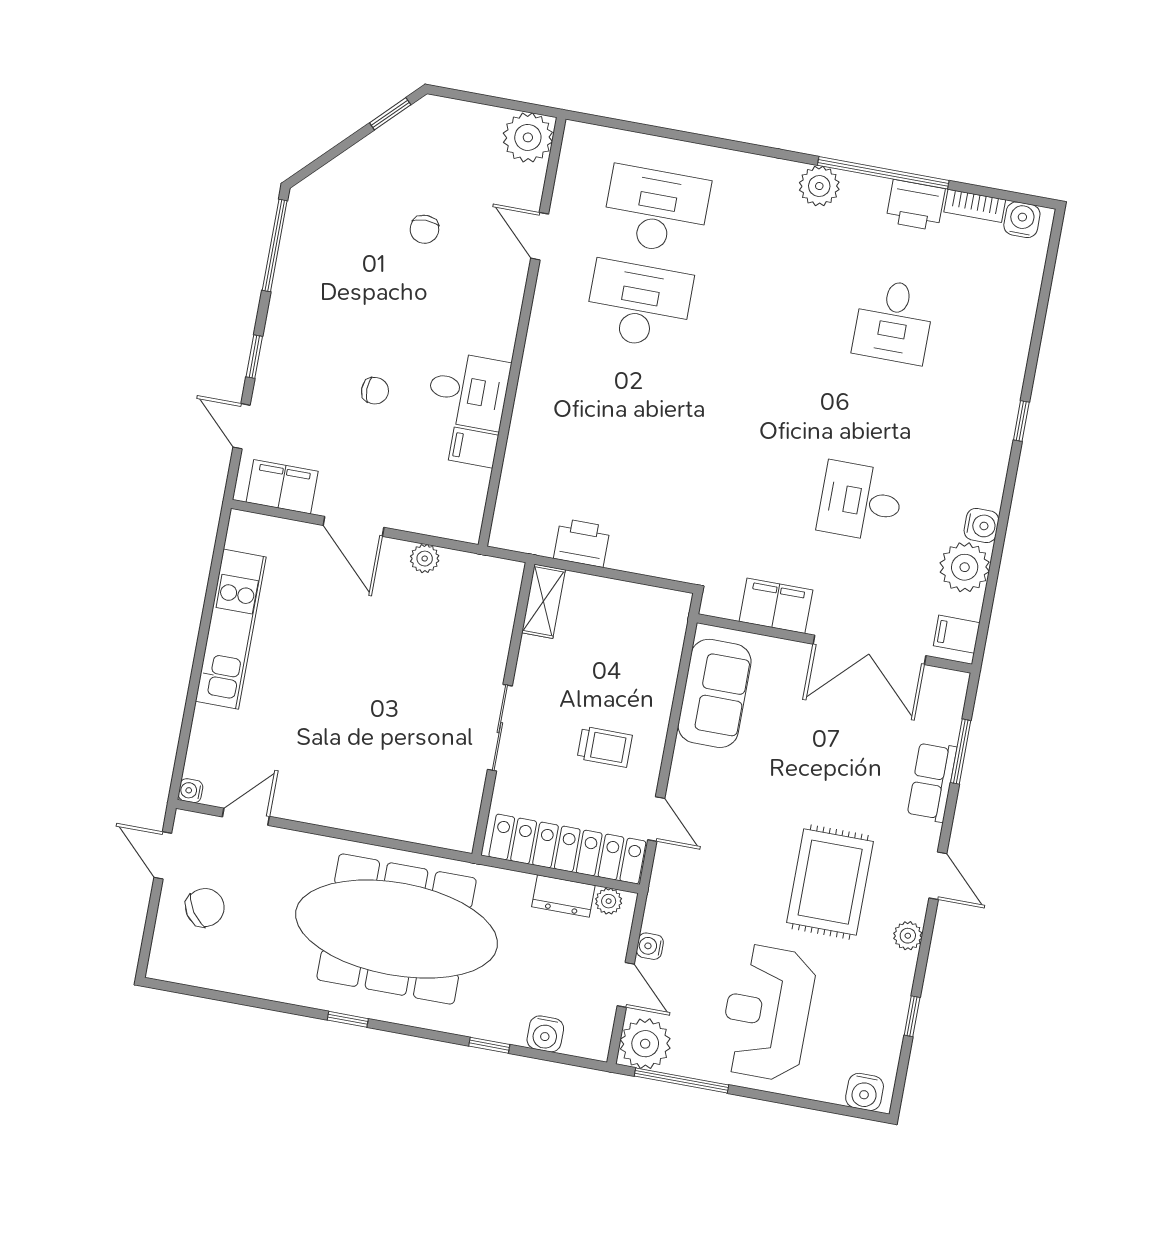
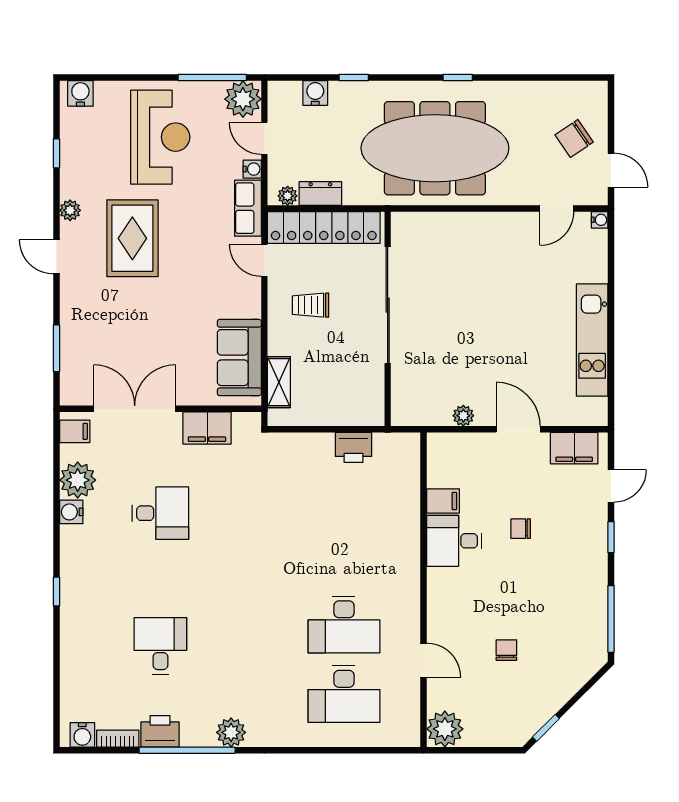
door: (241, 426) -> (611, 486), hinge flipped
shelving: (543, 601) -> (279, 382), moved
sliding door: (500, 728) -> (388, 305), width x1.86
row of seats: (932, 782) -> (248, 208), moved, turned 180

